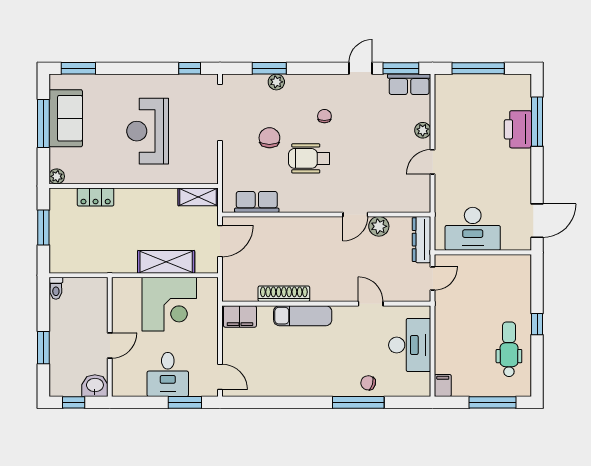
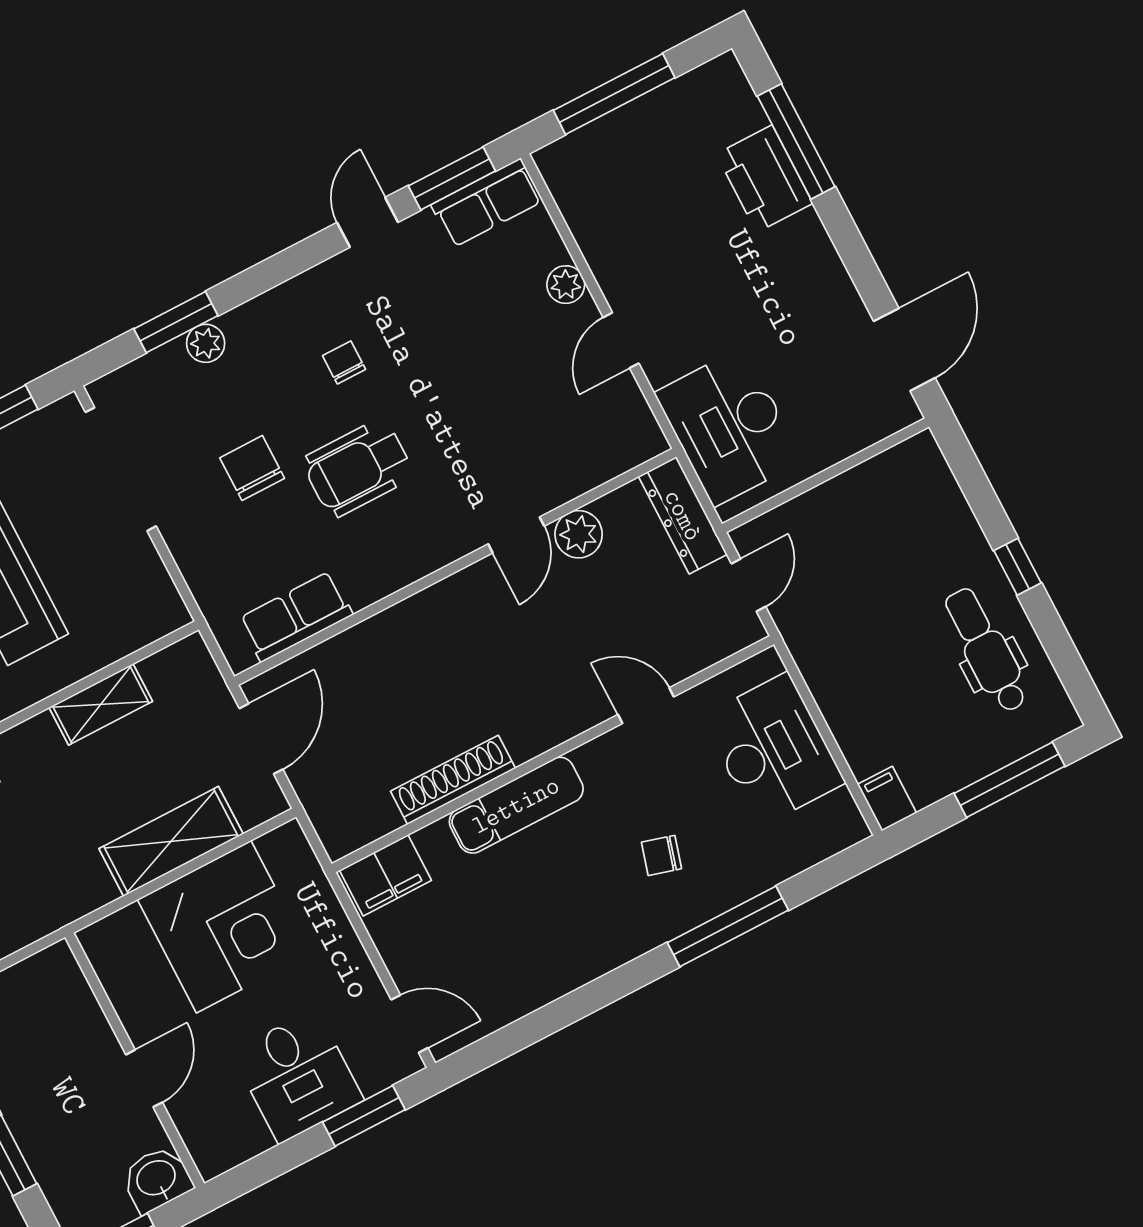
shelving: (198, 197) -> (101, 704), moved
desk: (473, 229) -> (729, 427), moved, turned 90
chair: (368, 383) -> (661, 855), moved

